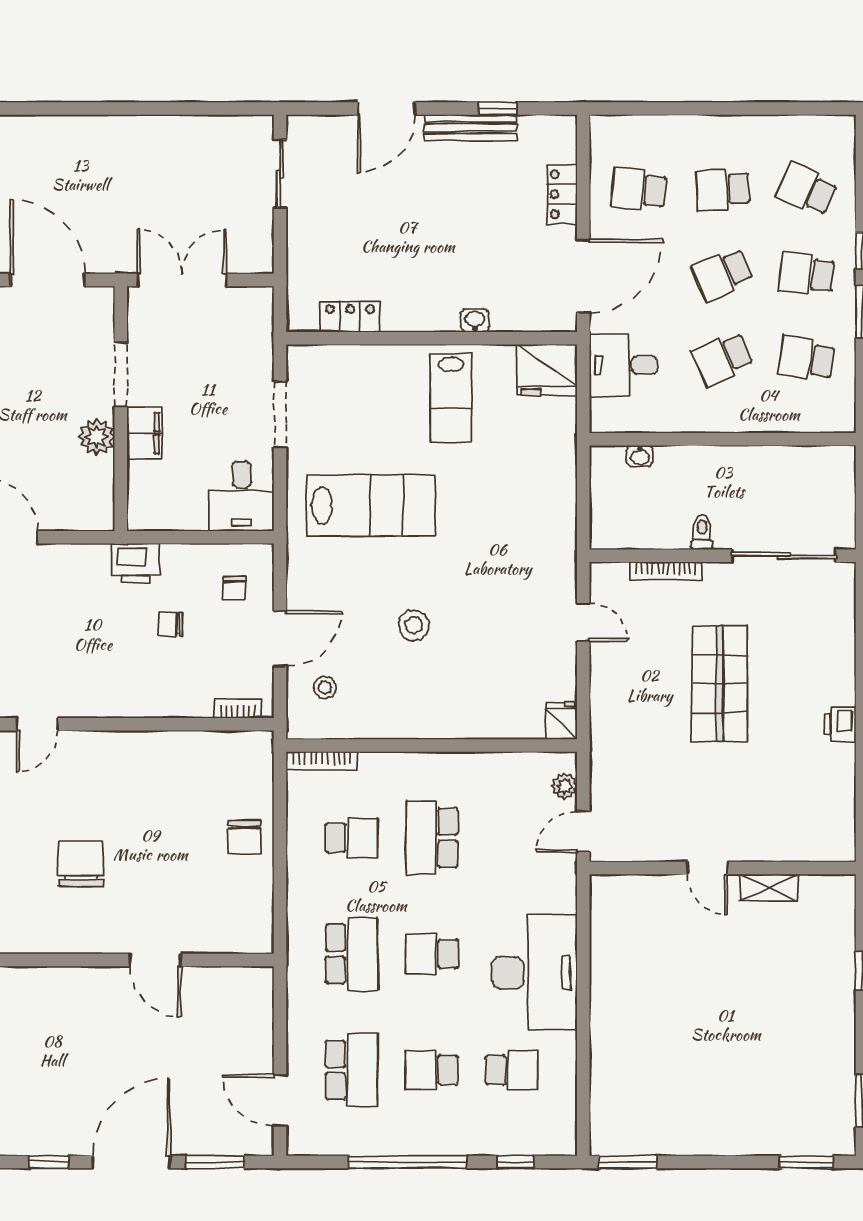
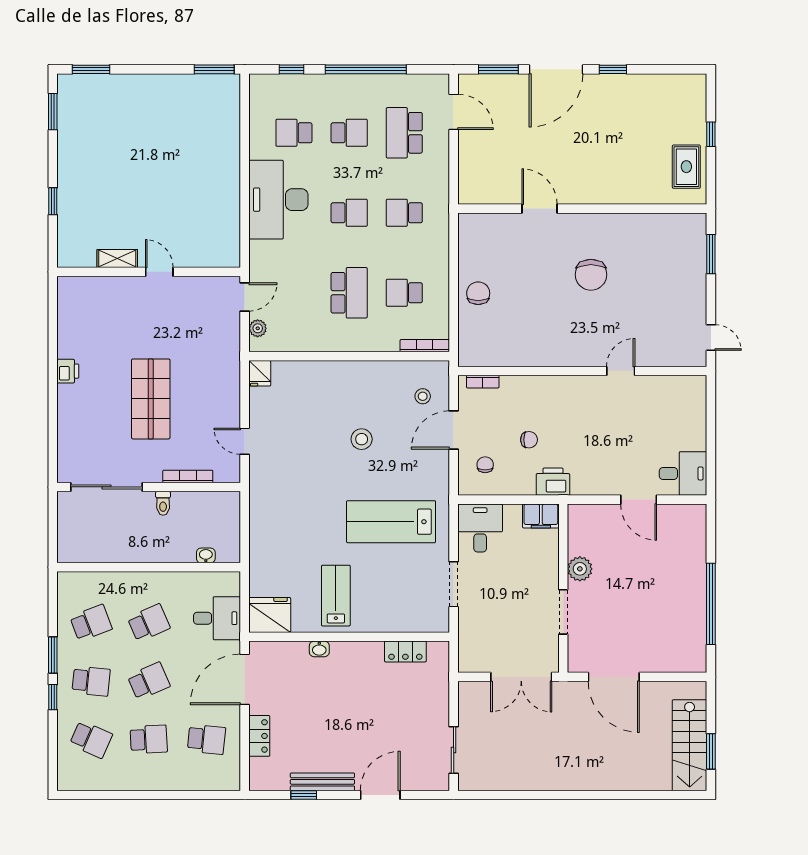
school desk: (806, 358) -> (91, 623), turned -30
filing cabinet: (145, 433) -> (541, 516), moved, turned -90
school desk: (352, 954) -> (404, 213), width x0.54

